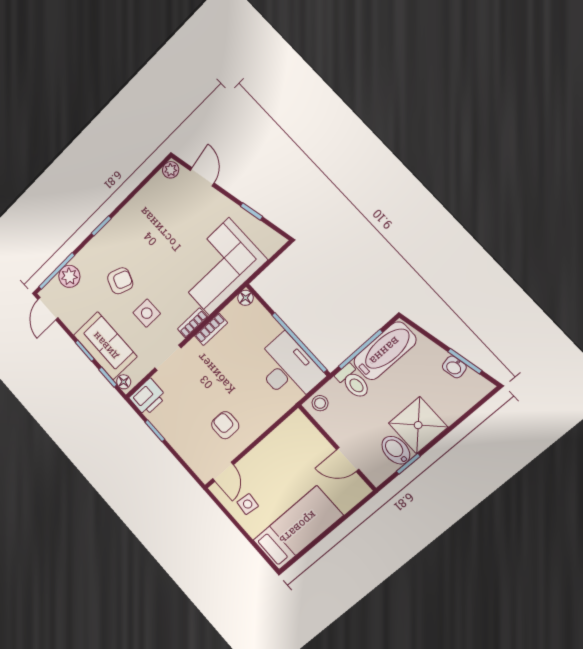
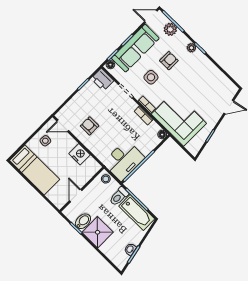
plant: (171, 170) -> (191, 48), moved
armchair: (120, 281) -> (169, 61), turned -110
sofa: (105, 346) -> (135, 48), width x1.36
armchair: (225, 425) -> (90, 126), turned -90
nightstand: (274, 447) -> (79, 154), added

